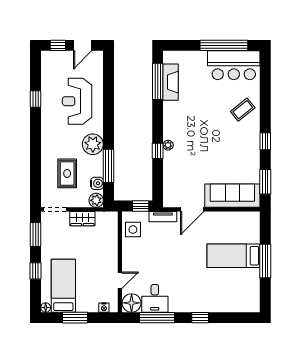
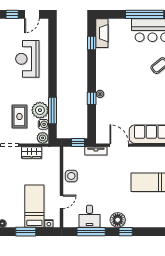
window: (158, 81) -> (92, 43), width x0.46
fireplace: (171, 82) -> (102, 33), moved
plant: (93, 144) -> (40, 110), moved
door: (192, 209) -> (119, 145), swing flipped
side table: (133, 230) -> (71, 176), moved
bed: (63, 286) -> (34, 206), moved
floor lamp: (132, 303) -> (118, 220), moved

